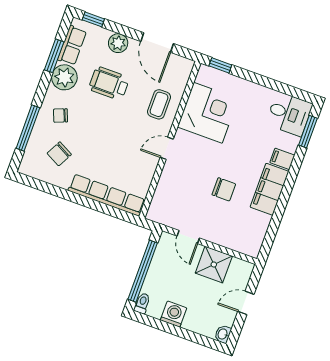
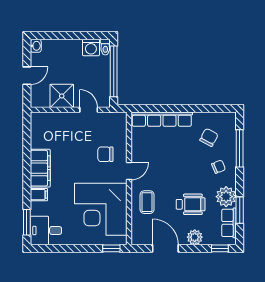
corner desk: (208, 113) -> (101, 209), width x1.36, depth x1.36
chair: (224, 189) -> (105, 154), moved
washing machine: (174, 314) -> (91, 47), moved

